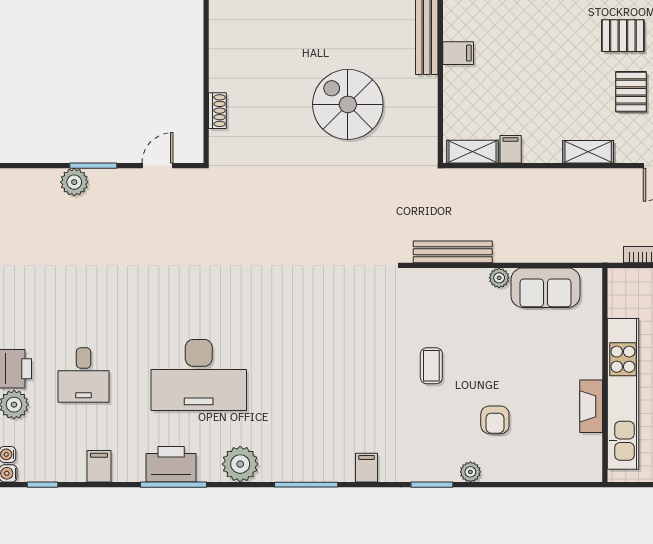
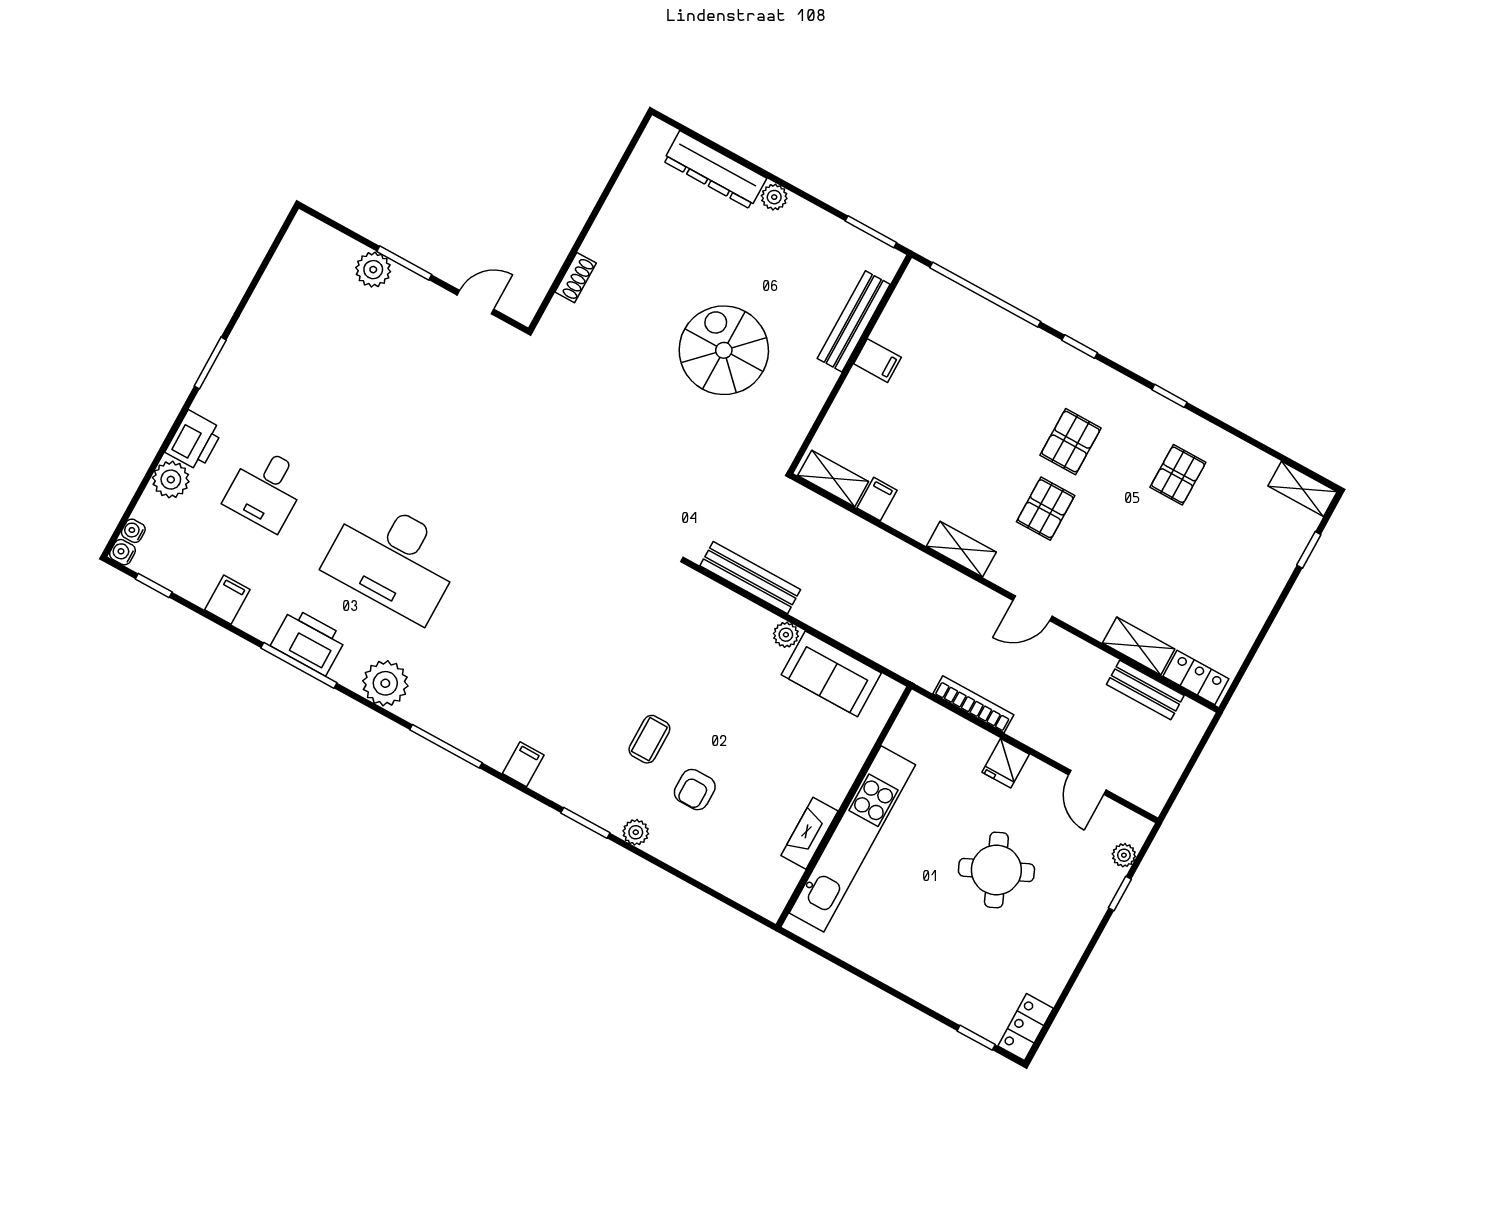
pallet: (623, 36) -> (1071, 442), turned 90
coffee table: (431, 366) -> (649, 739), moved

